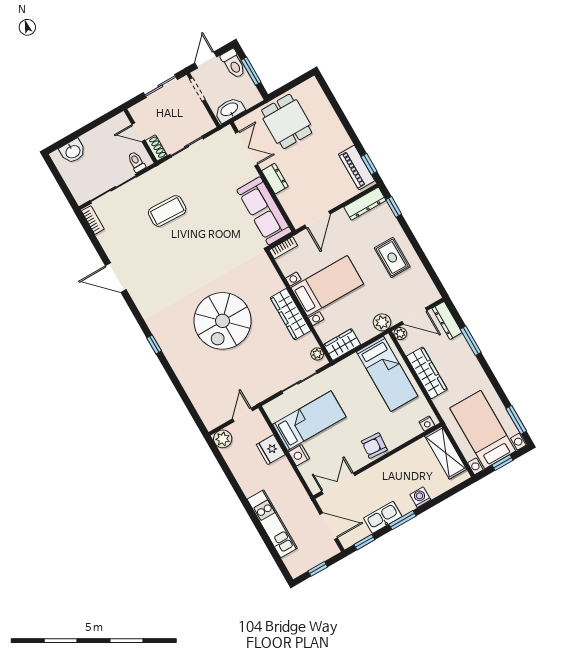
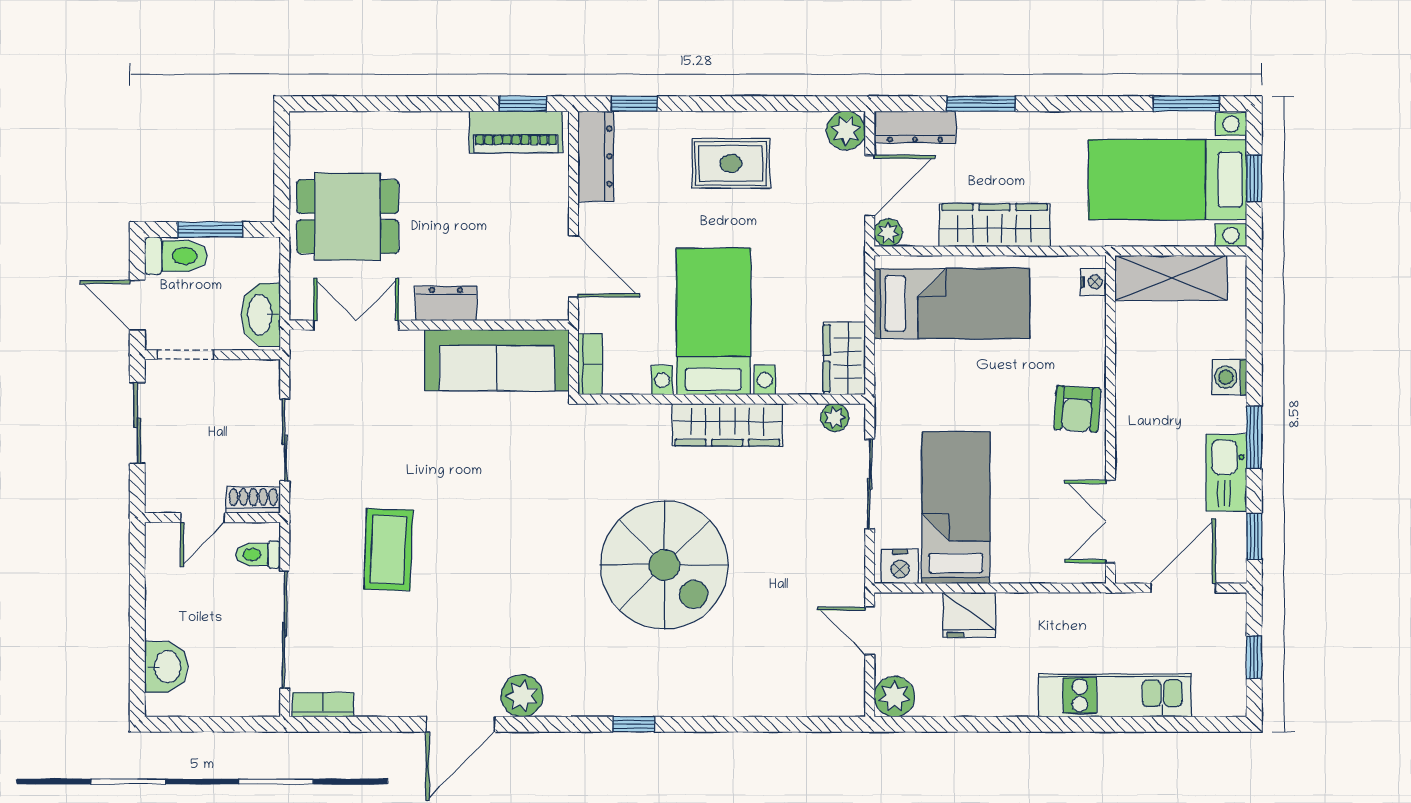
plant: (140, 295) -> (522, 696), added
plant: (382, 322) -> (846, 130), moved
nightstand: (299, 455) -> (900, 566), moved

